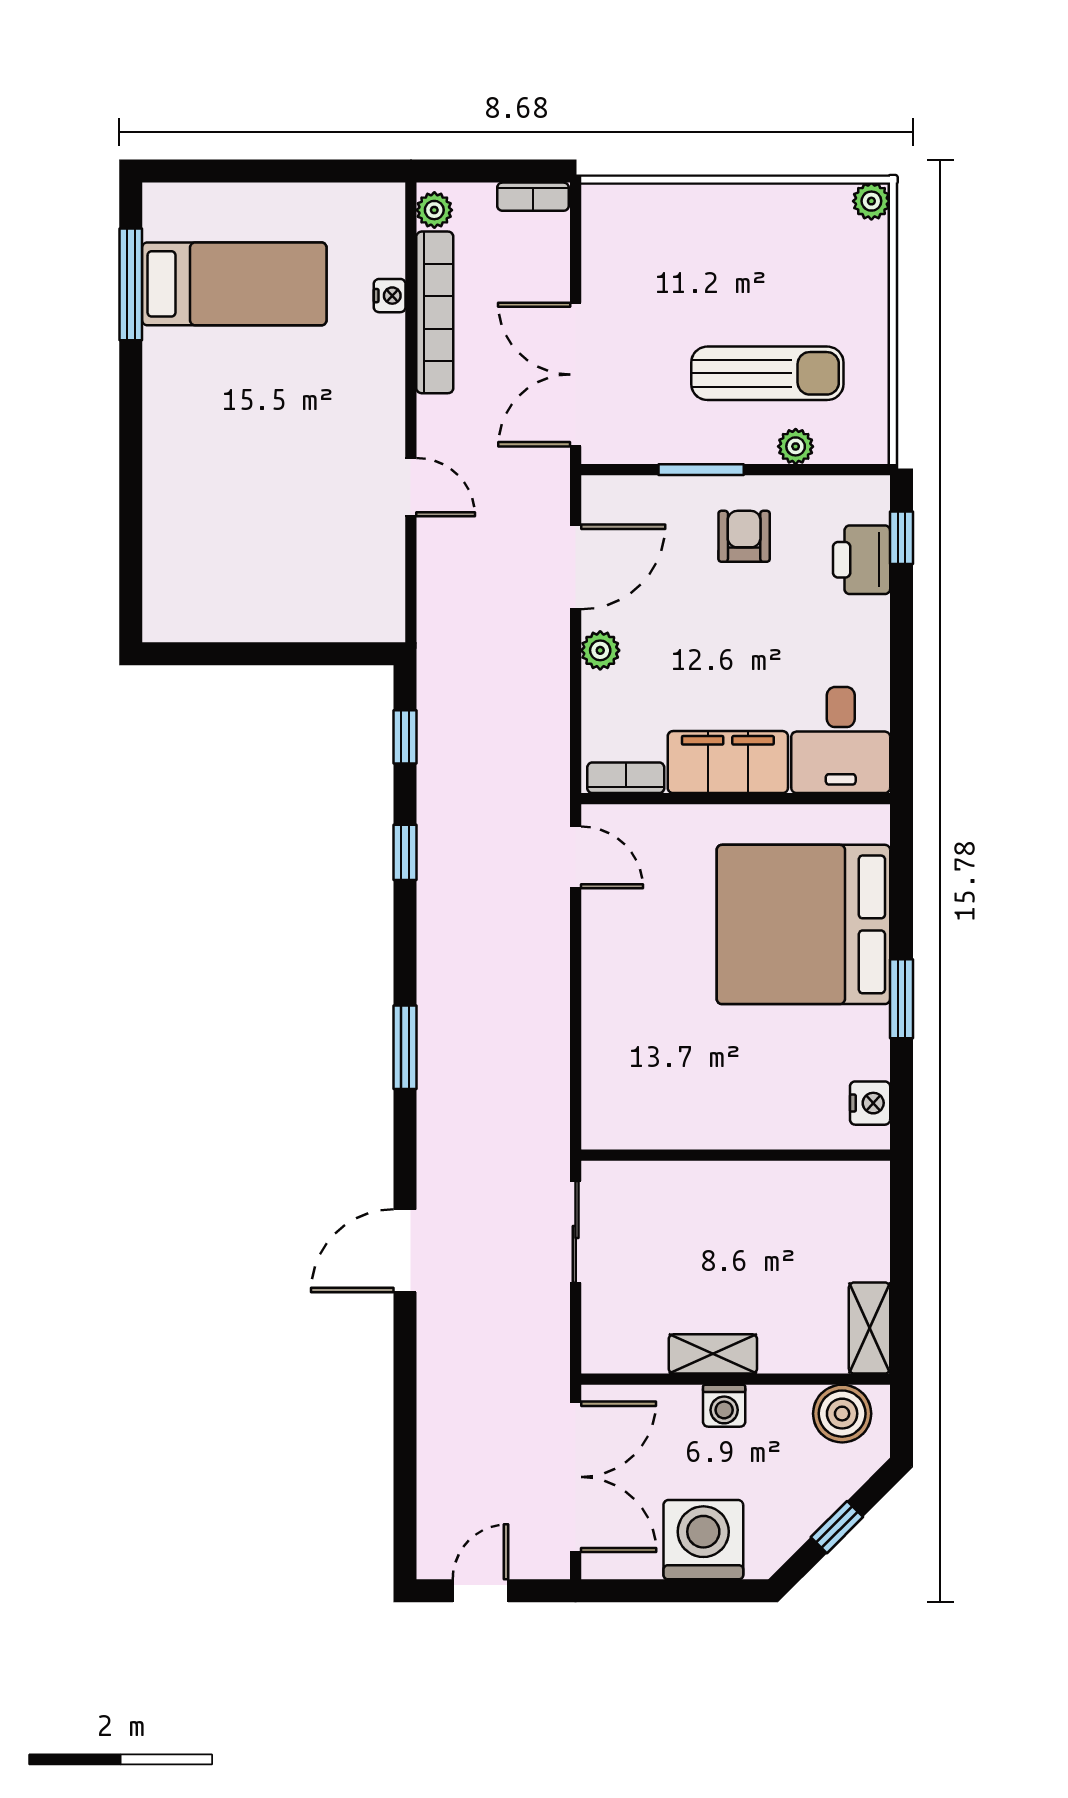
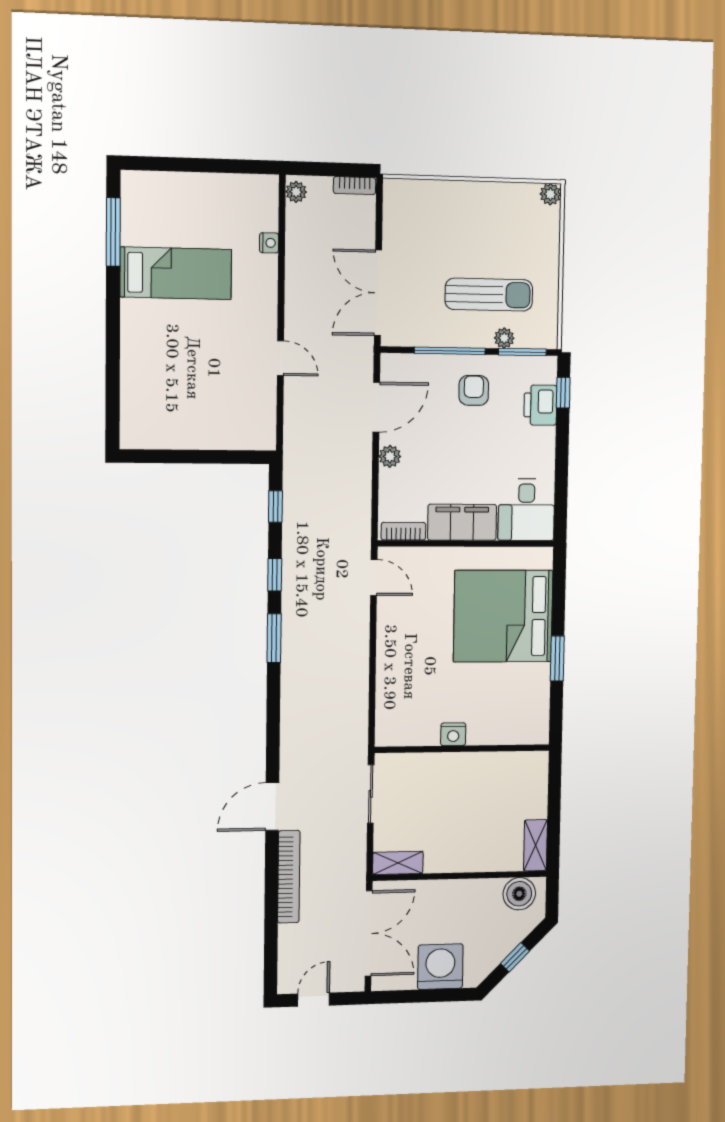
bed: (234, 284) -> (176, 273), moved
bookcase: (435, 312) -> (289, 877), moved
window: (701, 470) -> (450, 351), width x1.44
window: (828, 470) -> (522, 352), added
window: (405, 1047) -> (274, 638), moved
nightstand: (870, 1103) -> (453, 734), moved, turned 90
shelving: (713, 1354) -> (398, 863), moved
washing machine: (724, 1406) -> (453, 891), removed

